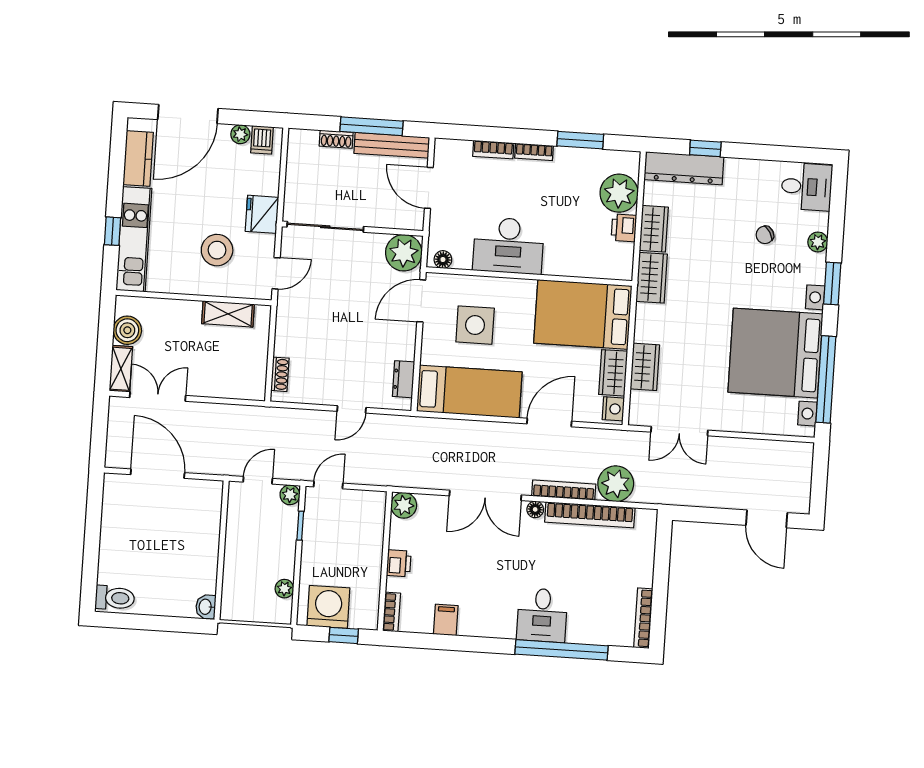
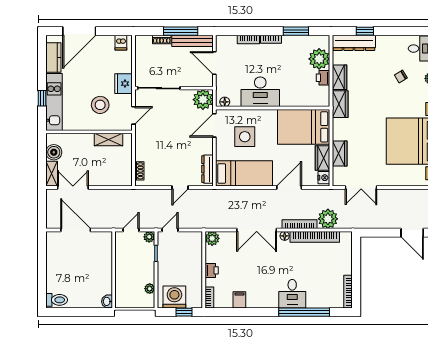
plant: (240, 134) -> (109, 40), removed
dresser: (404, 379) -> (207, 169), width x1.44

